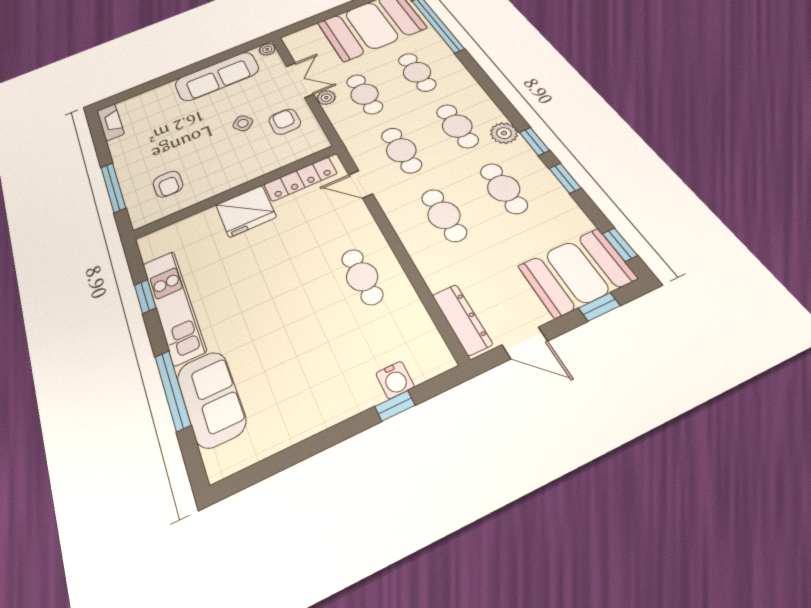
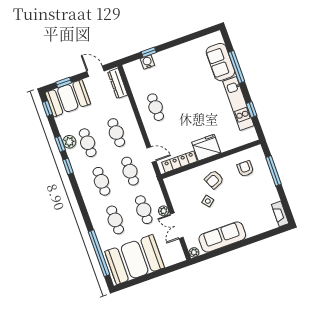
armchair: (285, 122) -> (214, 180), moved, turned 66
plant: (504, 133) -> (69, 142), moved

